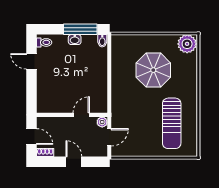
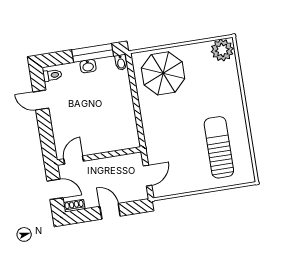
parasol: (153, 70) -> (163, 73), moved
door: (81, 115) -> (74, 160), moved
plant: (102, 122) -> (136, 159), removed
sun lounger: (172, 123) -> (219, 147), turned 180

